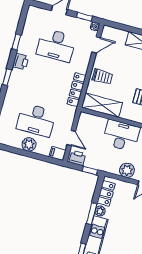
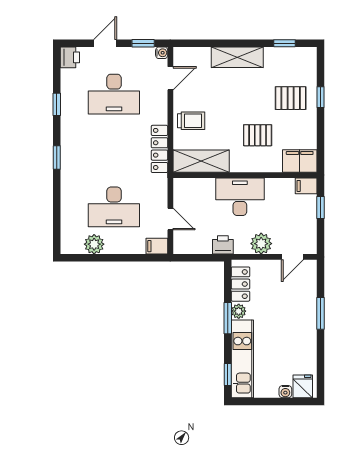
printer: (20, 62) -> (70, 57), moved
plant: (29, 144) -> (94, 244), moved
printer: (77, 158) -> (223, 245), moved
window: (90, 170) -> (209, 258), removed

